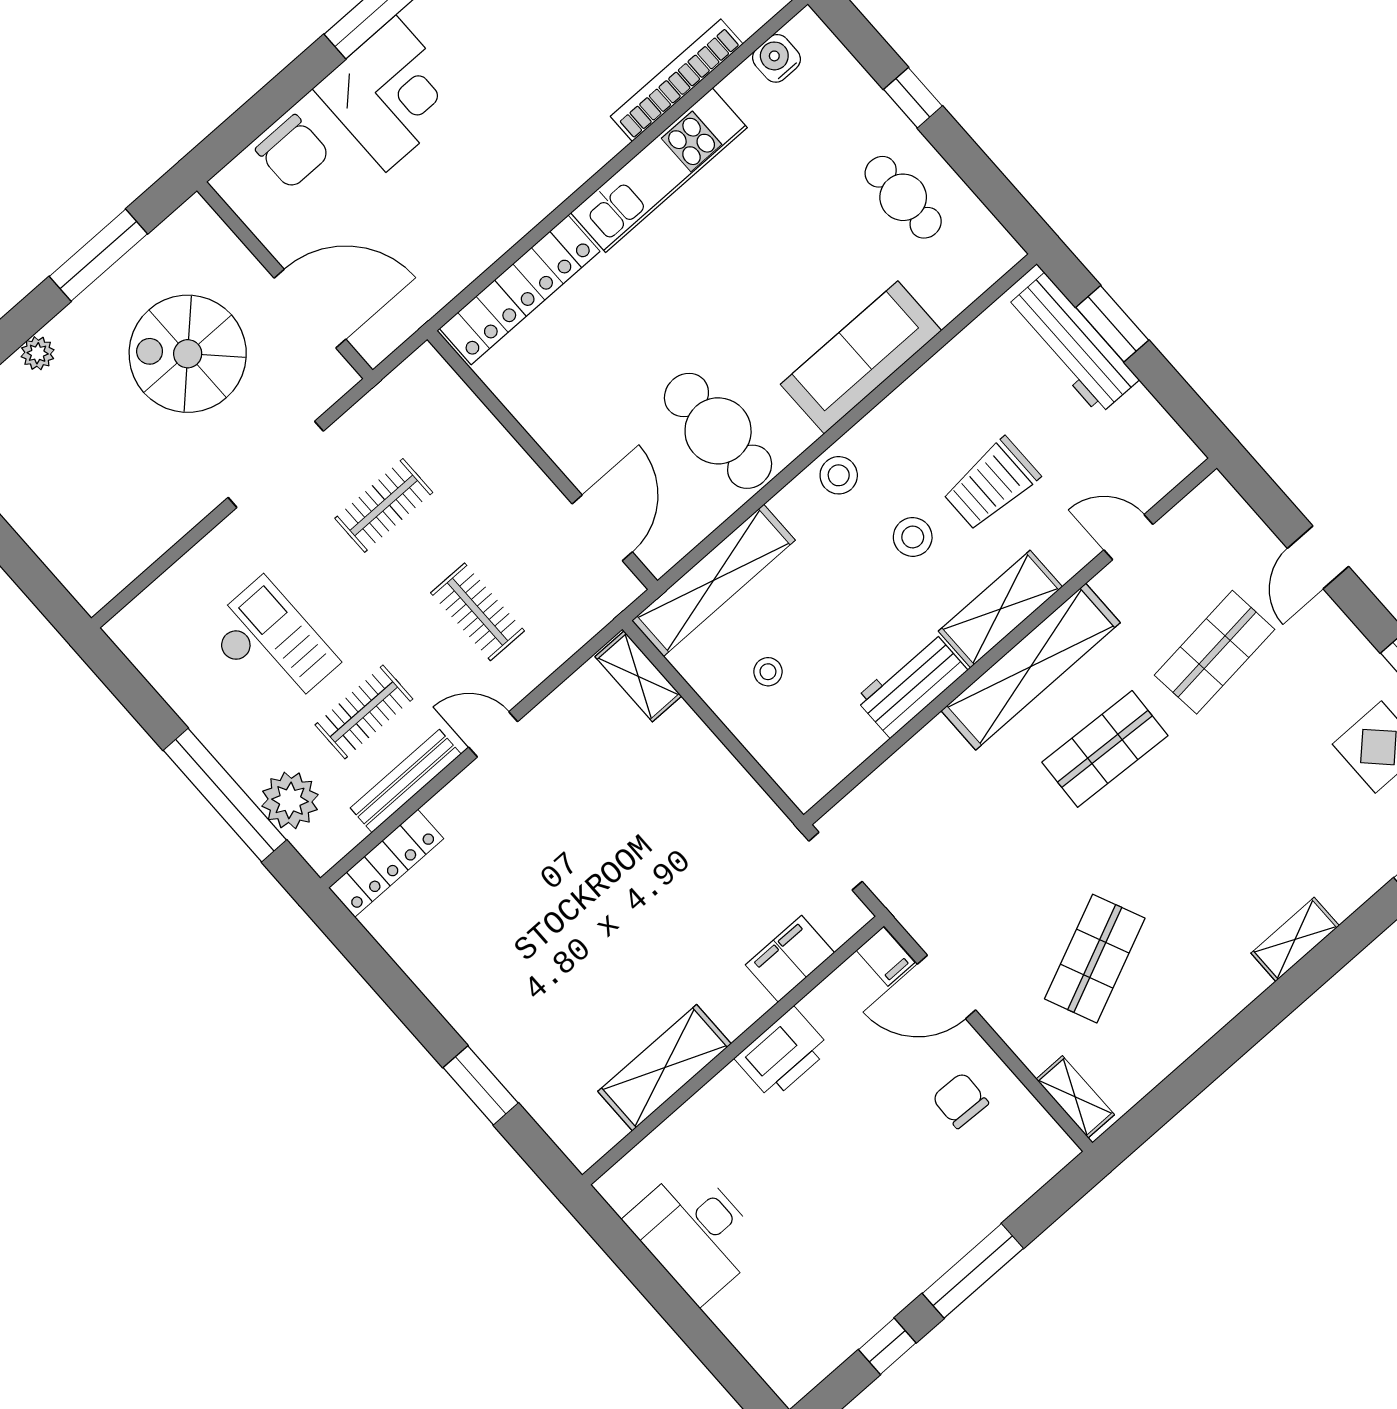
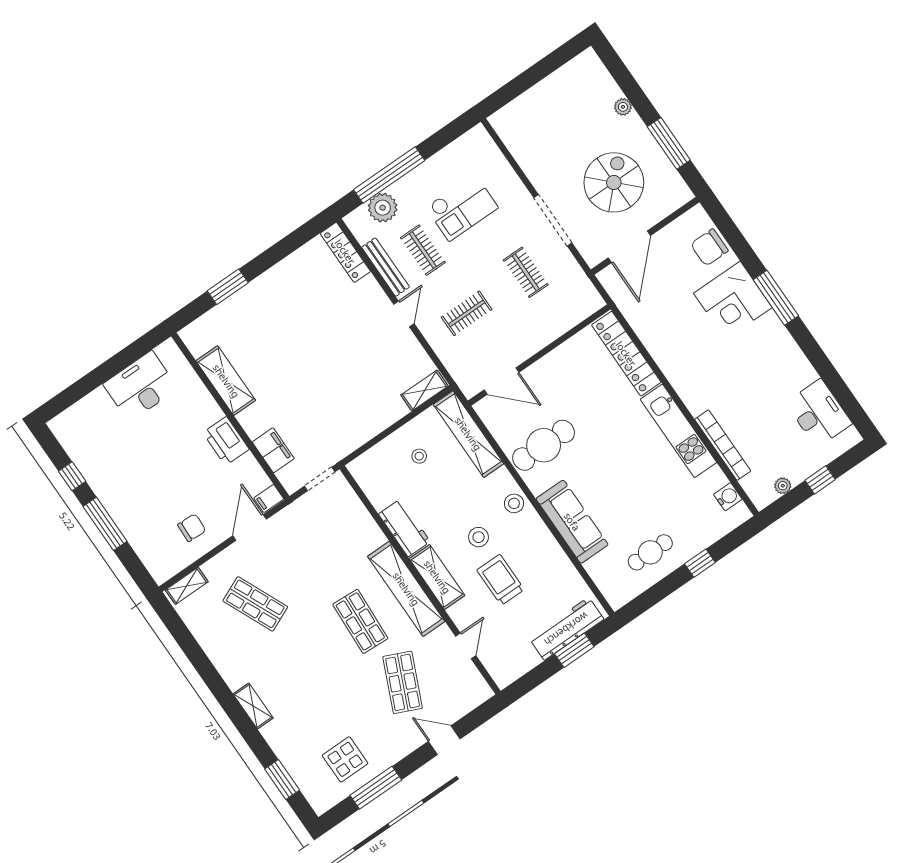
shop shelf: (1215, 652) -> (403, 682), turned 30

